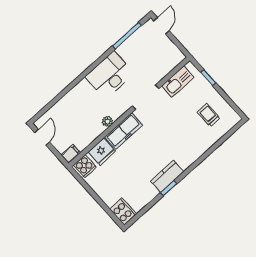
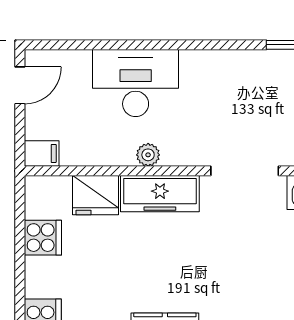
desk: (110, 75) -> (136, 83), moved
cooker: (85, 166) -> (43, 238), moved, turned -90

